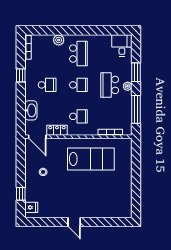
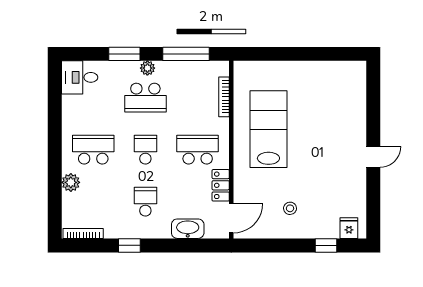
school desk: (78, 116) -> (198, 150), width x1.85

